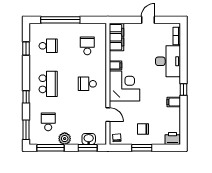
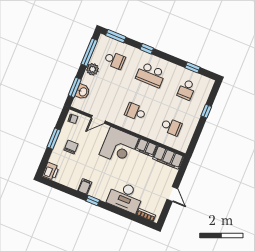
window: (60, 20) -> (206, 111), width x0.32
filing cabinet: (116, 65) -> (146, 148), width x2.00
school desk: (87, 84) -> (135, 112), turned -90

